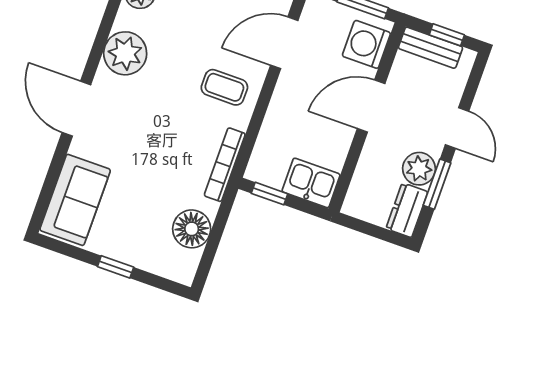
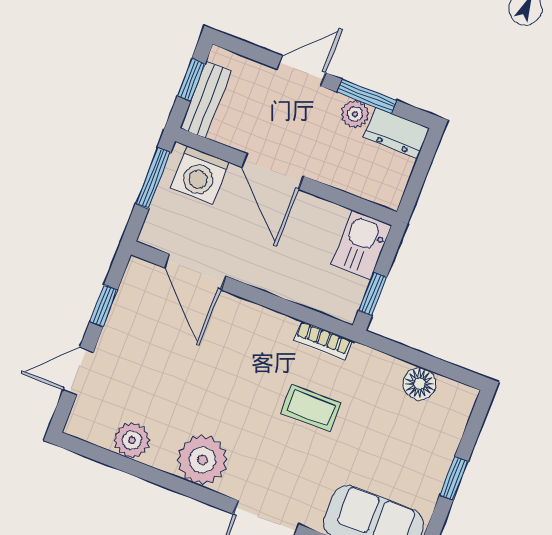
coffee table: (224, 87) -> (311, 408), moved, turned 90
bookcase: (225, 165) -> (323, 340), width x0.64
plant: (419, 169) -> (355, 114), width x0.73, depth x0.73
floor lamp: (192, 229) -> (420, 384), width x0.73, depth x0.73

